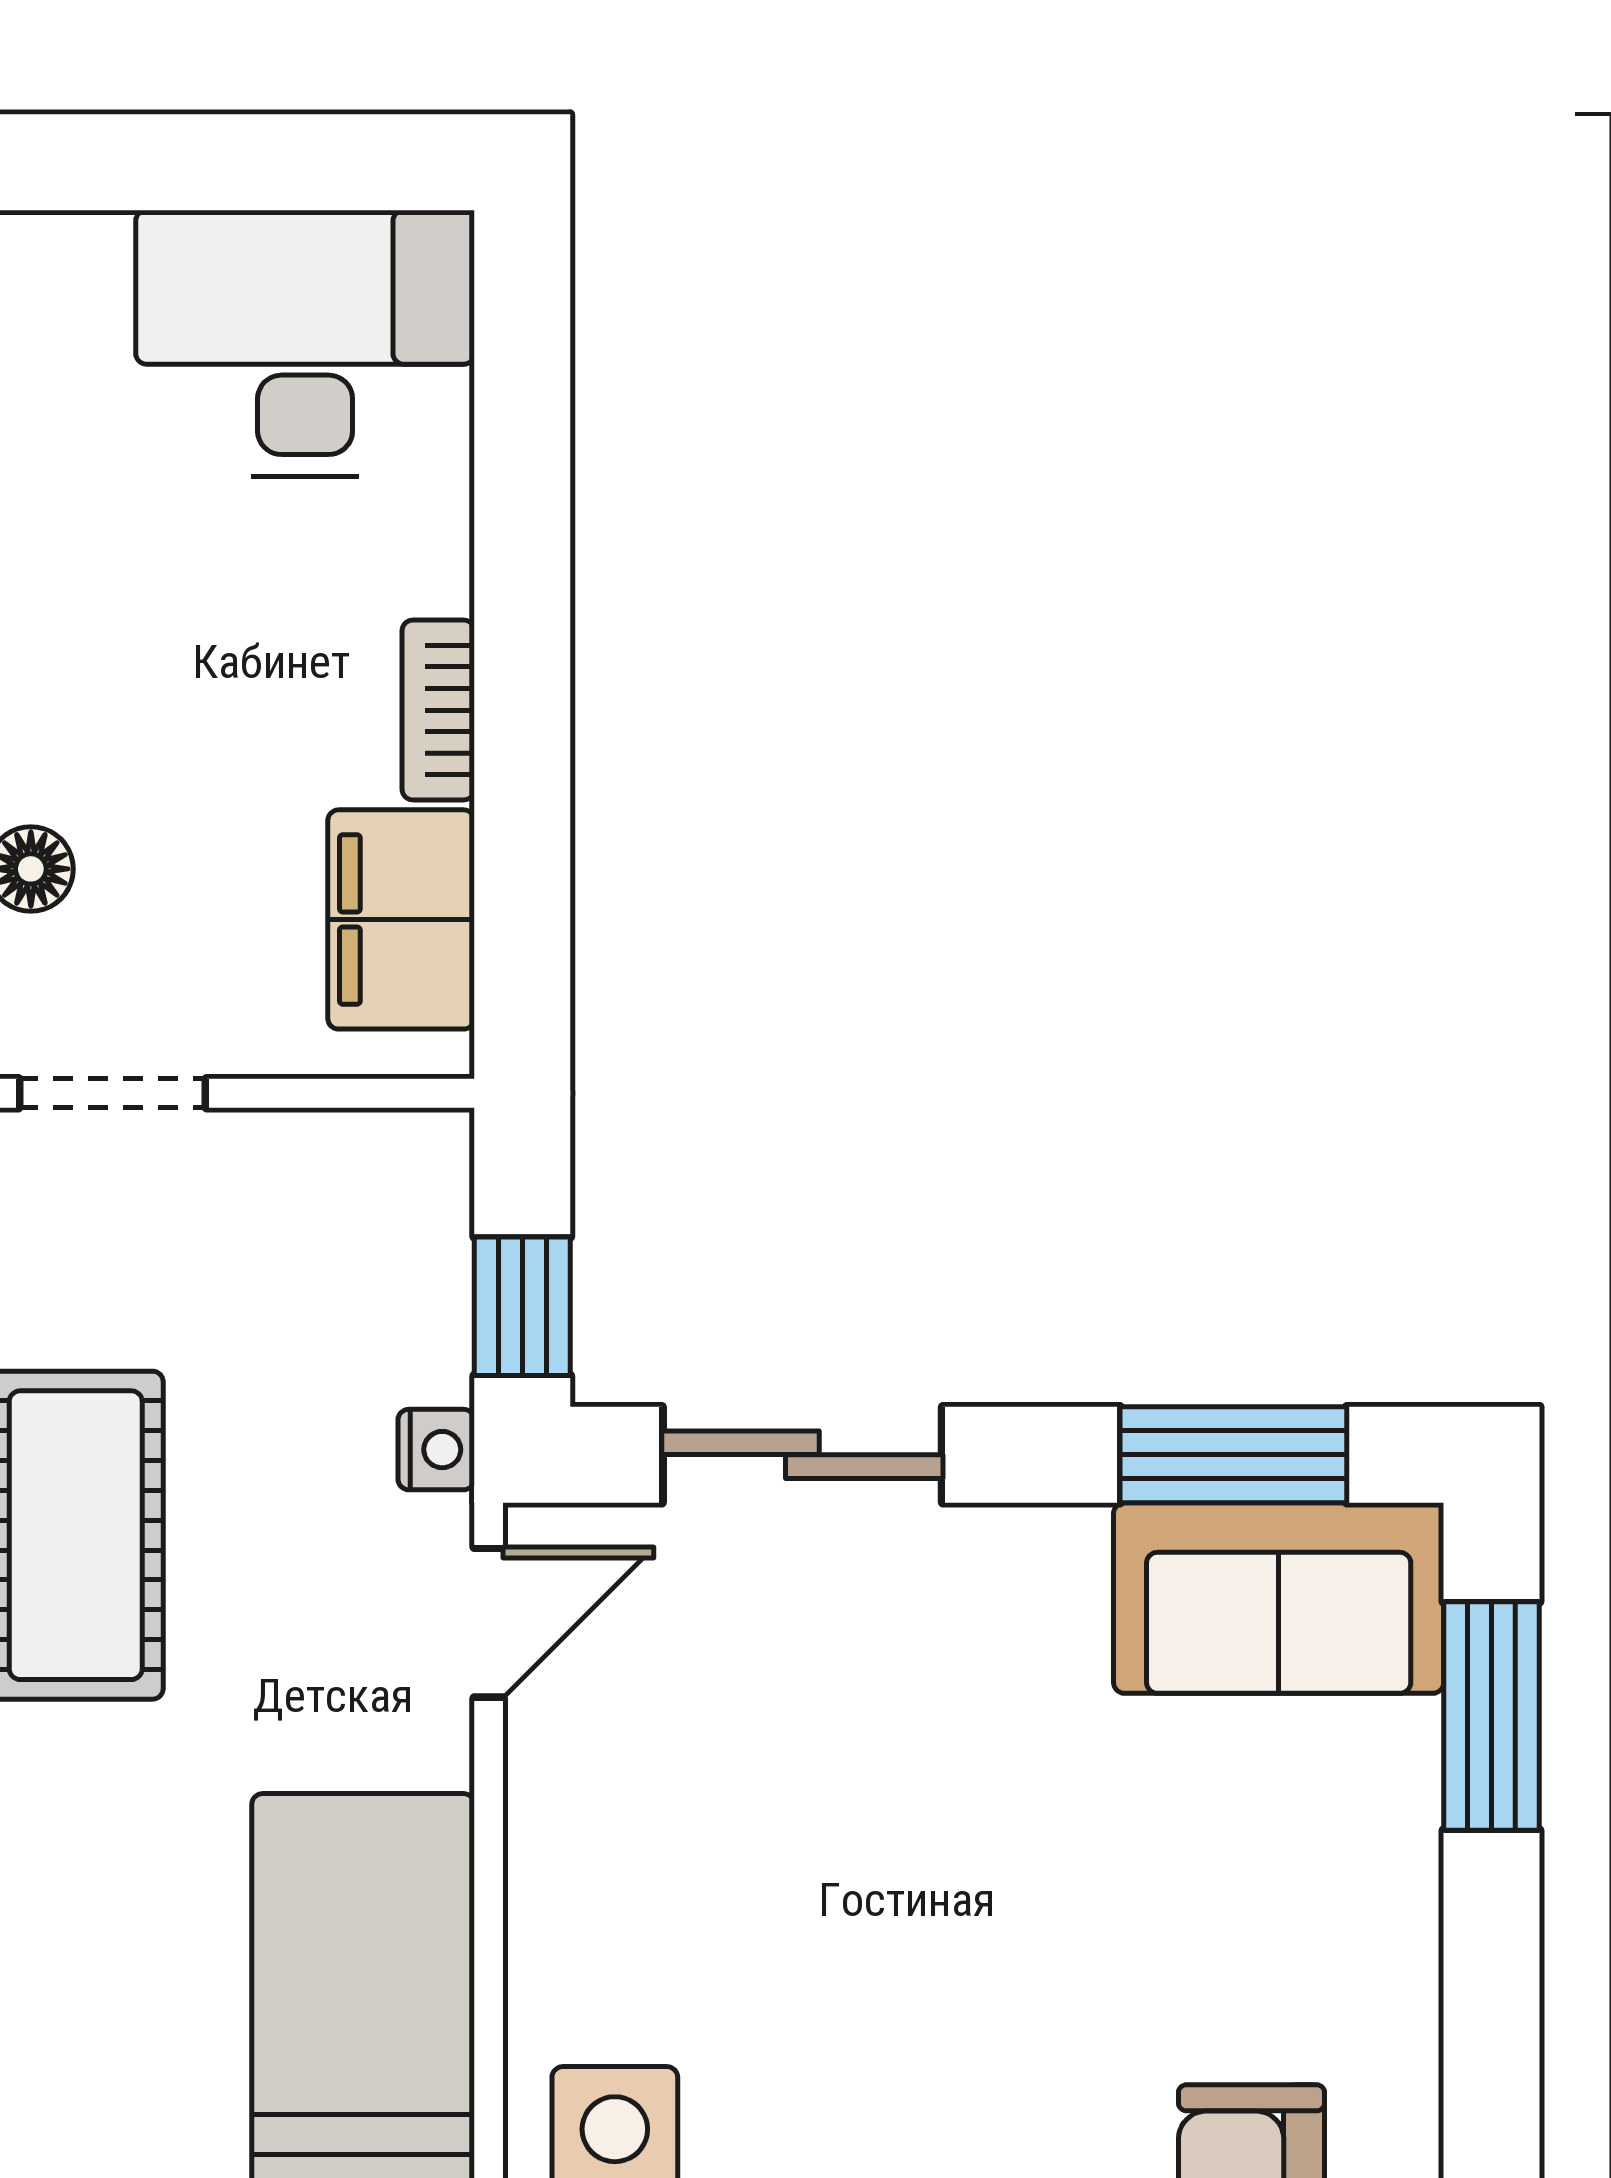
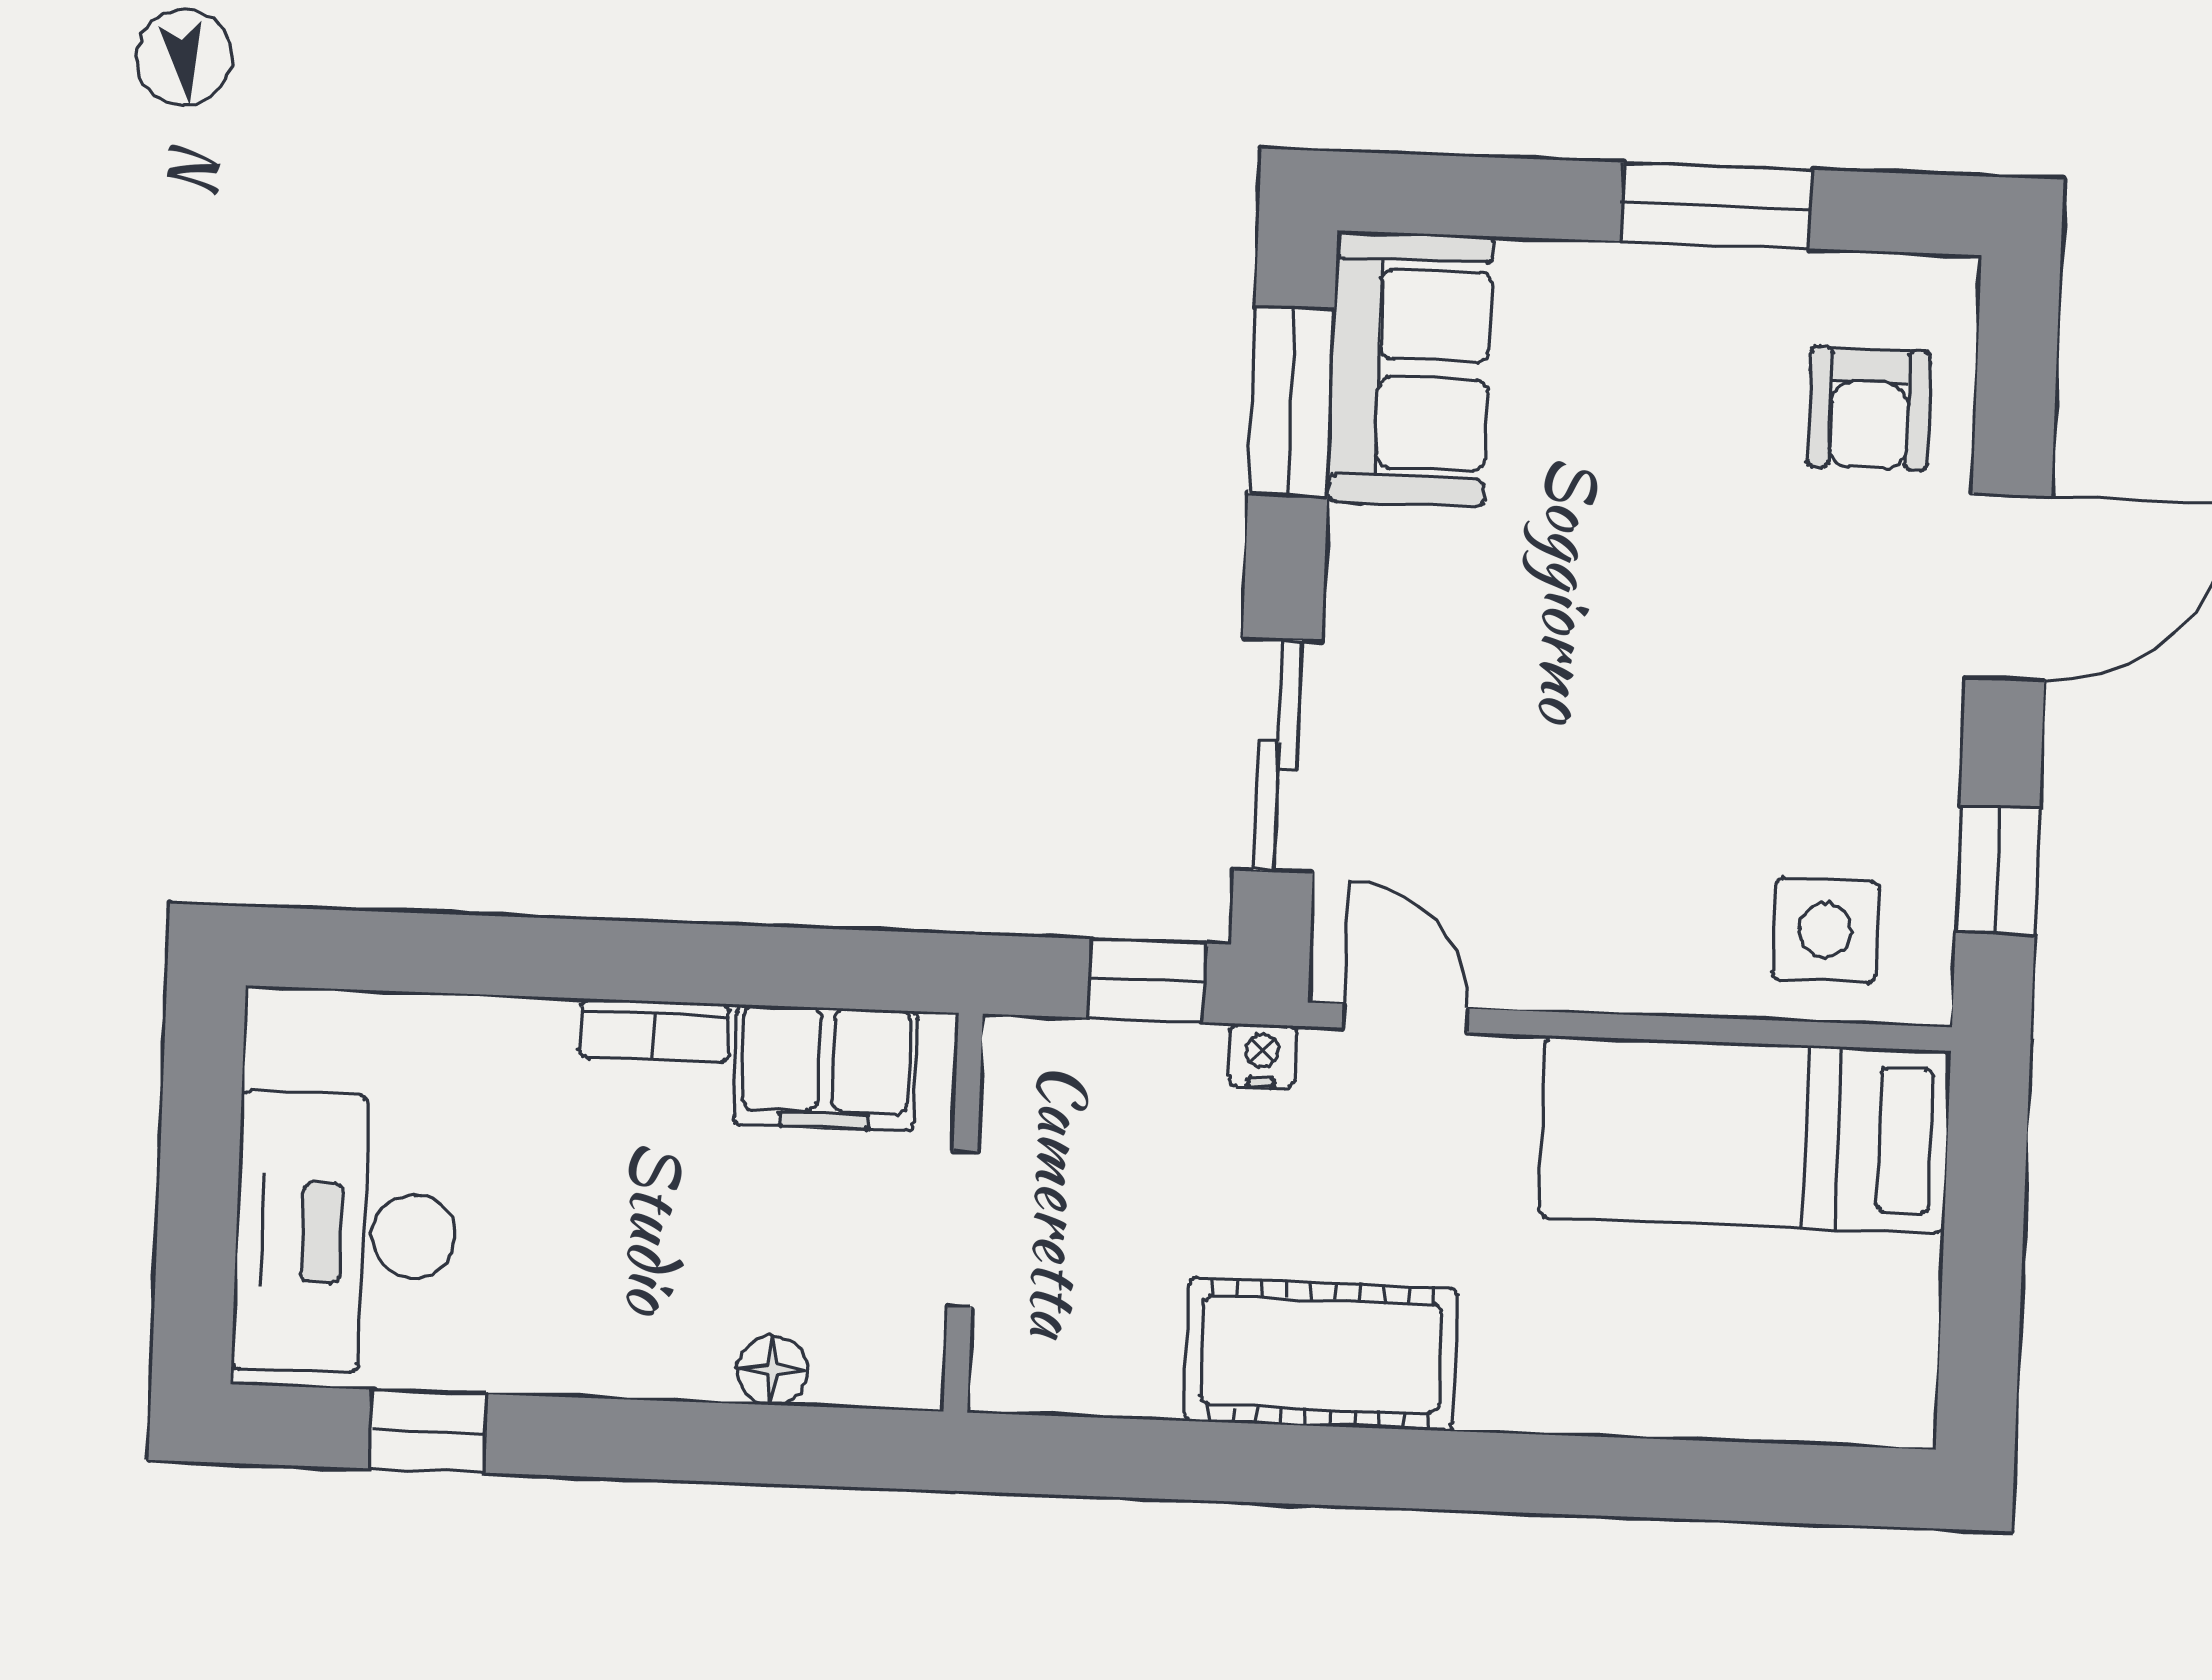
desk: (305, 343) -> (345, 1233), moved
doorway: (113, 1093) -> (962, 1229), moved
window: (1492, 1716) -> (1716, 206), moved

